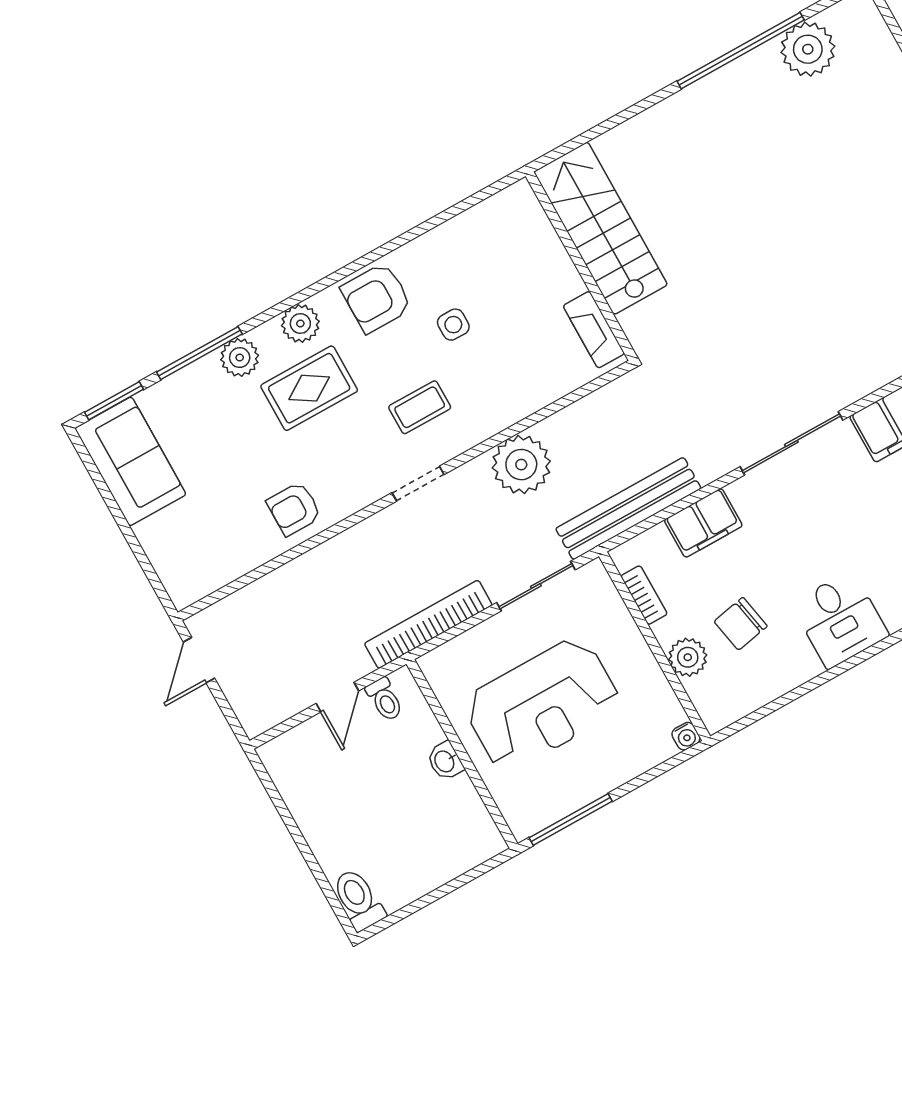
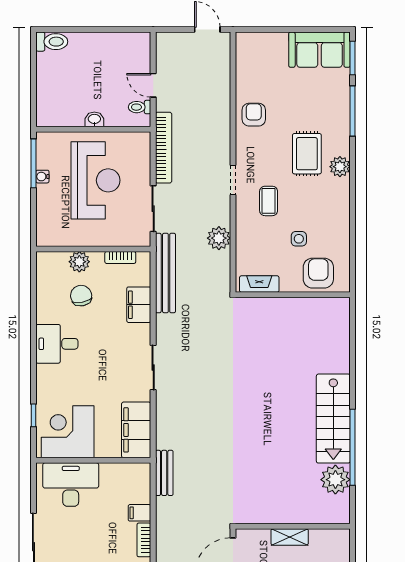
stairs: (601, 228) -> (333, 419), moved, turned 90
wall: (581, 266) -> (293, 295), moved
armchair: (377, 298) -> (318, 273), moved
fireplace: (594, 330) -> (259, 284), moved
plant: (240, 358) -> (340, 129), removed
sliding door: (791, 443) -> (153, 367), width x0.73
plant: (521, 465) -> (219, 238), width x0.73, depth x0.73
reception desk: (542, 704) -> (96, 180), turned 180
water cooler: (686, 736) -> (42, 177), moved

